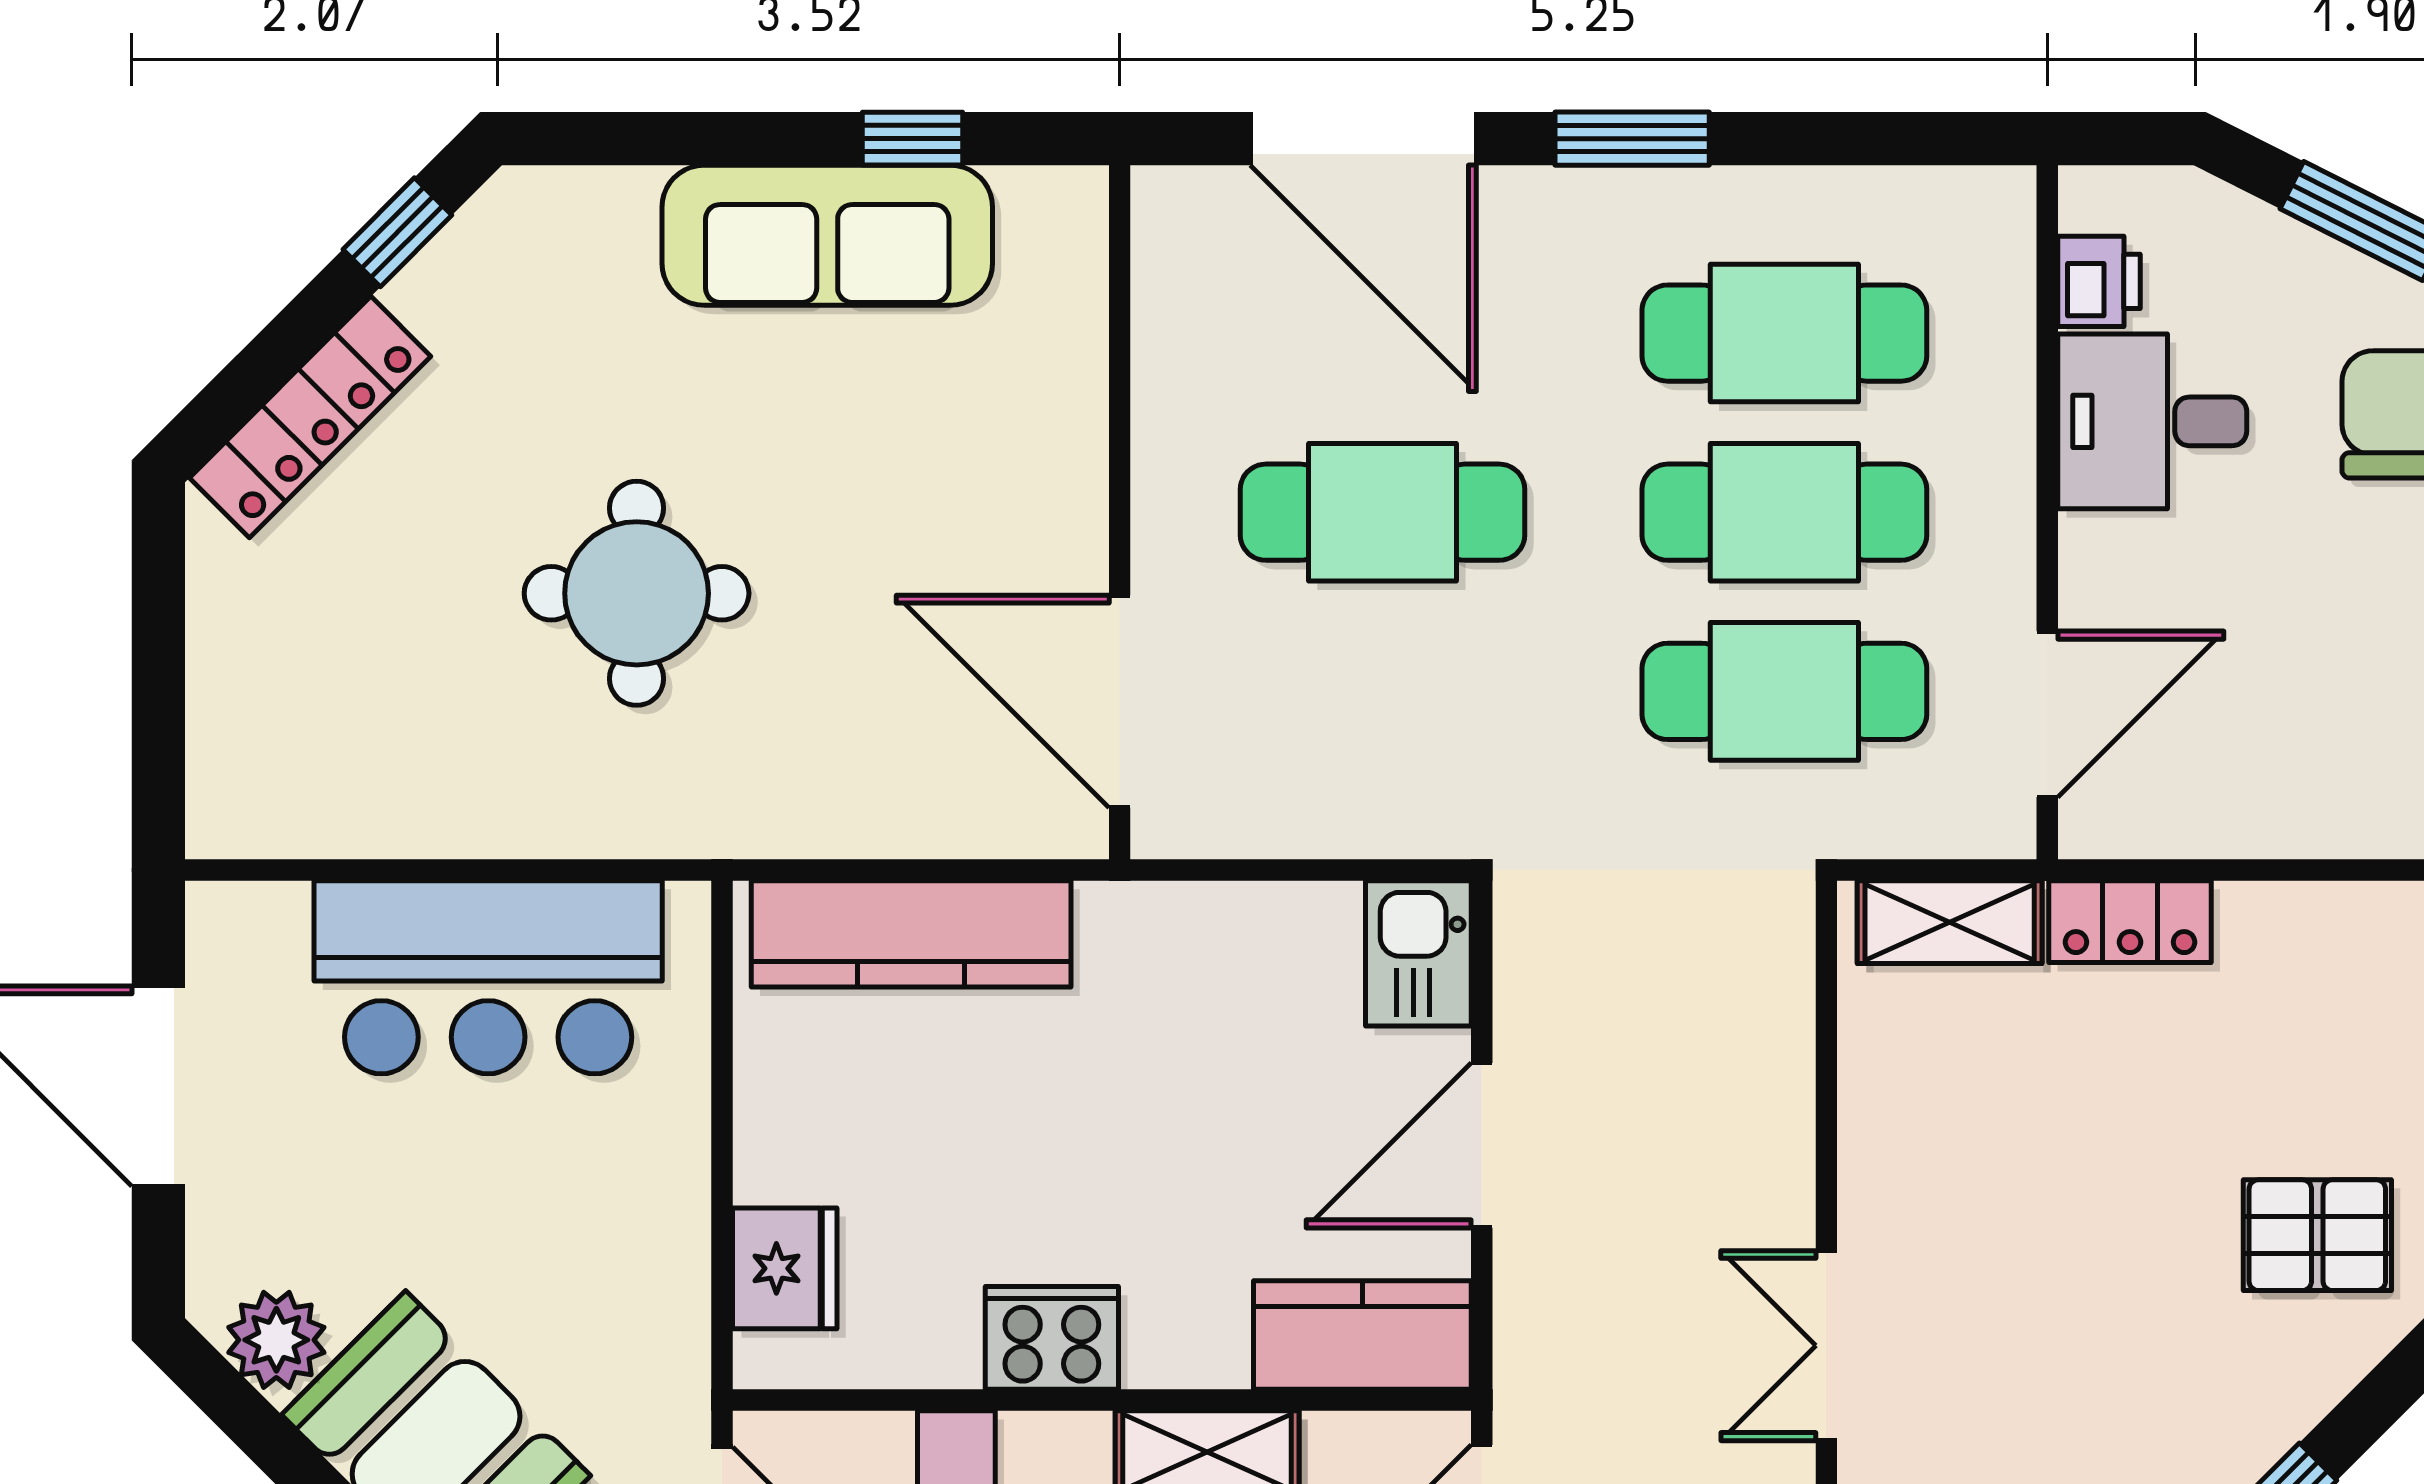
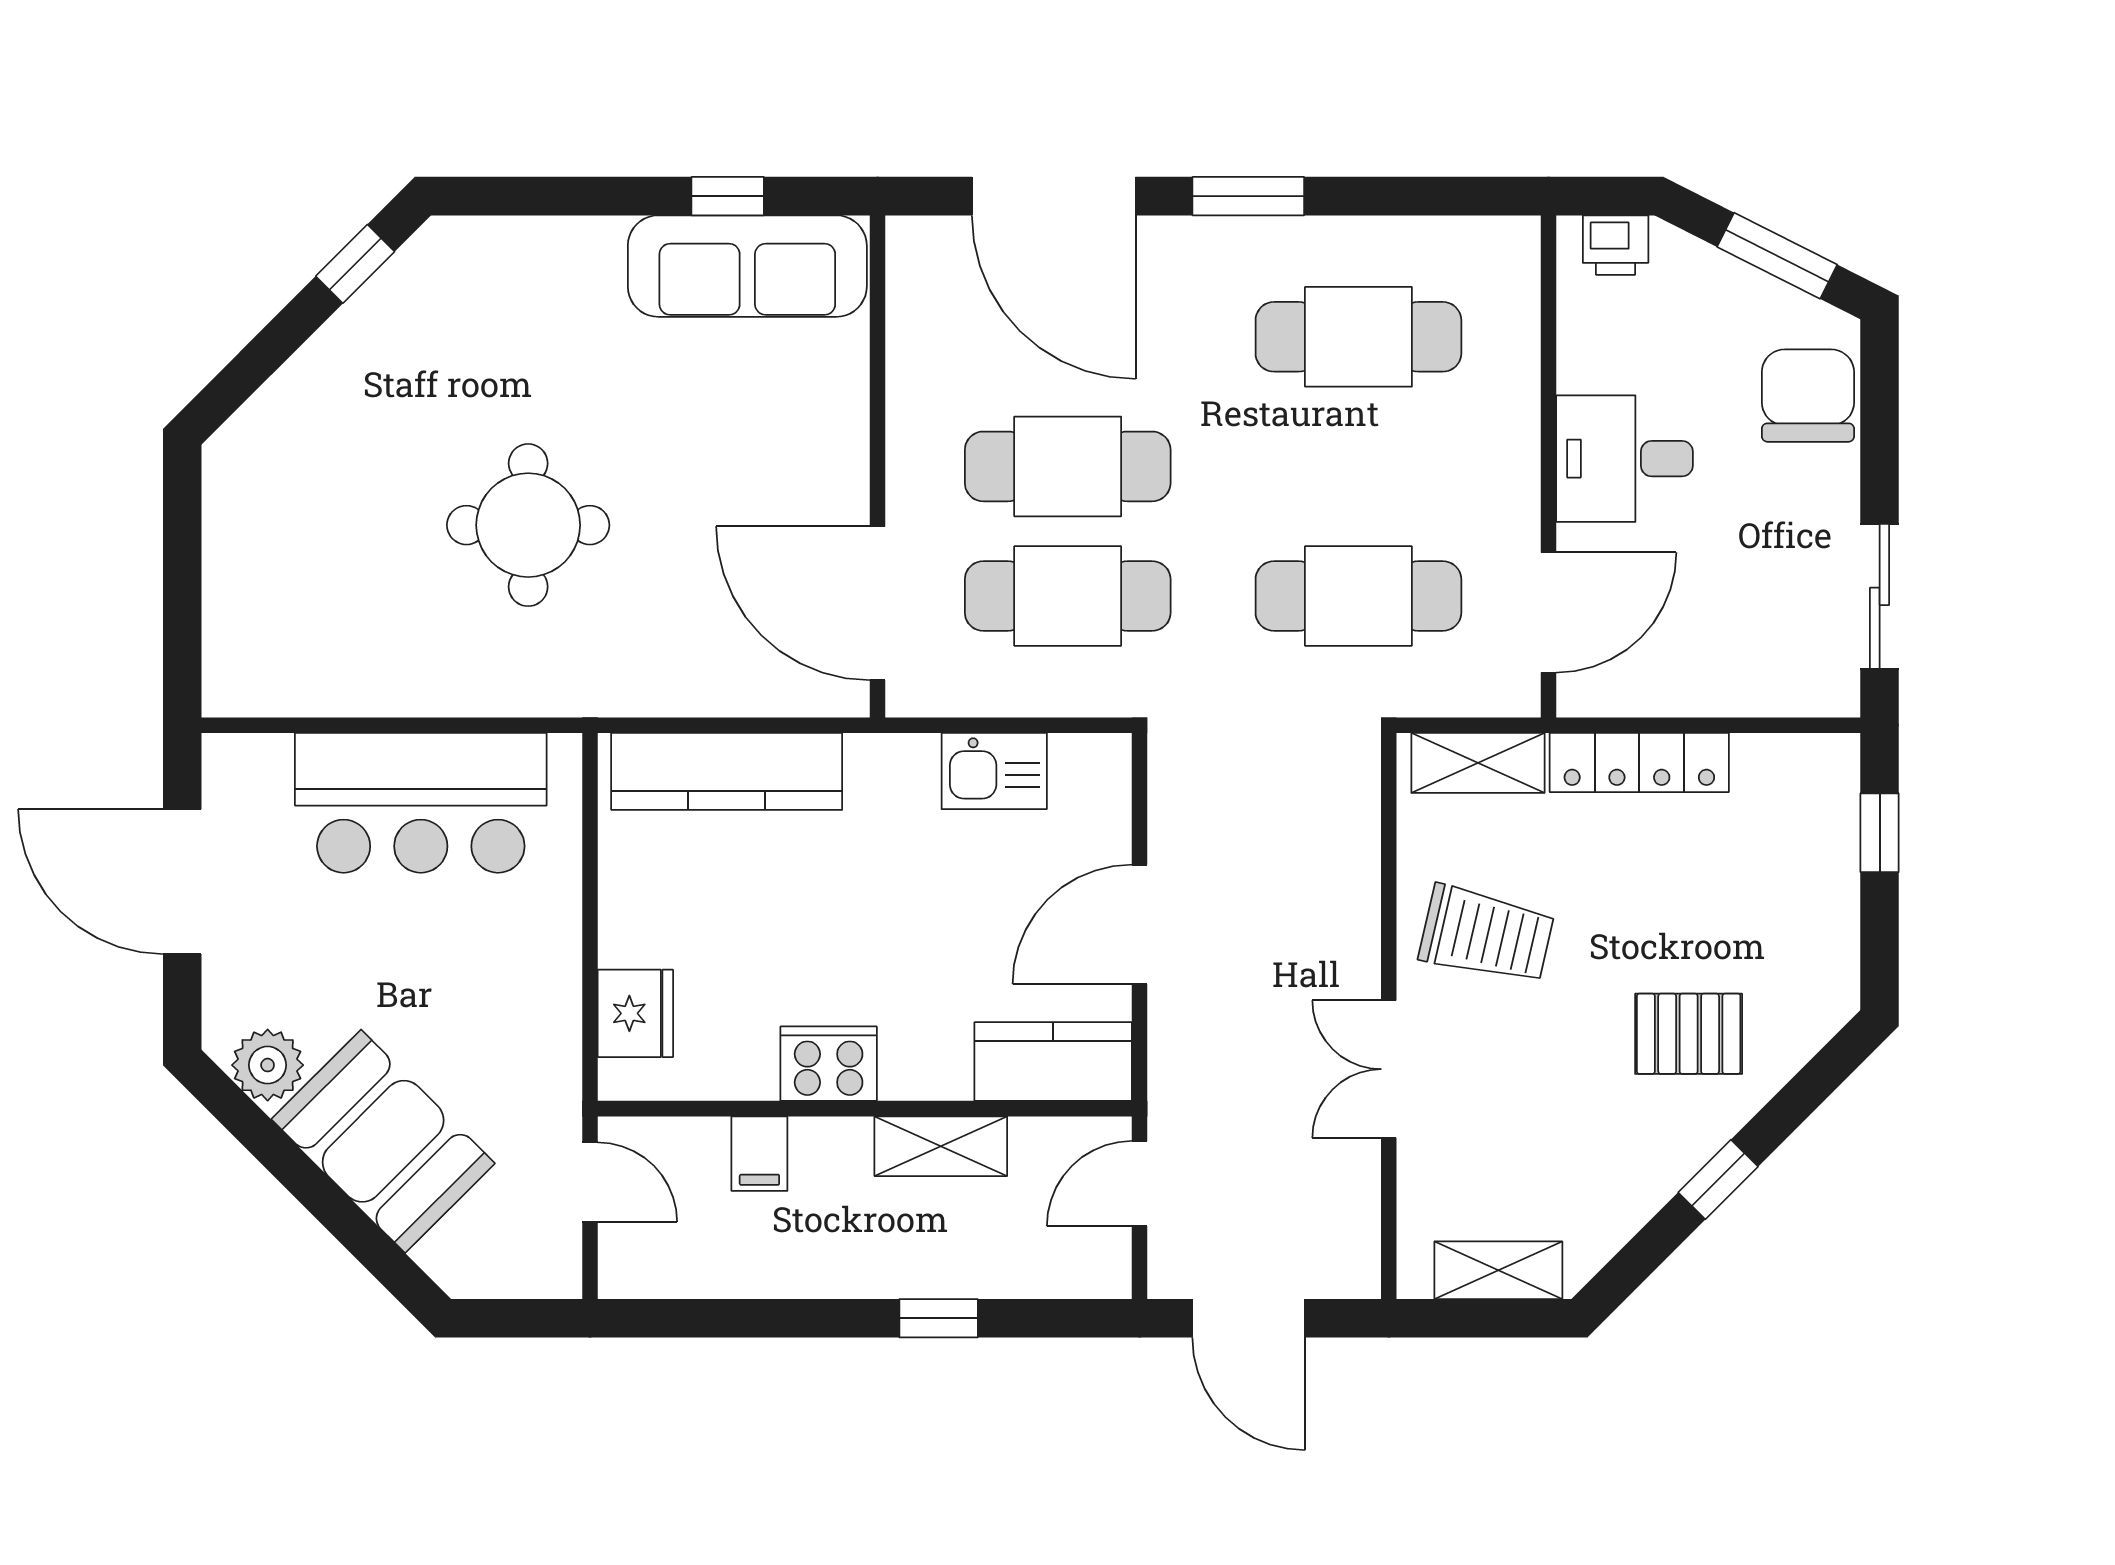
sofa: (827, 235) -> (747, 266), moved
printer: (2099, 281) -> (1616, 245), moved, turned 90
locker: (310, 417) -> (292, 398), removed
desk: (2152, 421) -> (1624, 459), moved
cafe table: (1784, 512) -> (1068, 596), moved
locker: (2130, 922) -> (1639, 763), width x1.53
kitchen sink: (1418, 953) -> (994, 771), moved, turned -90
trolley: (1962, 1160) -> (1487, 935), added
pallet: (2317, 1235) -> (1689, 1034), moved

